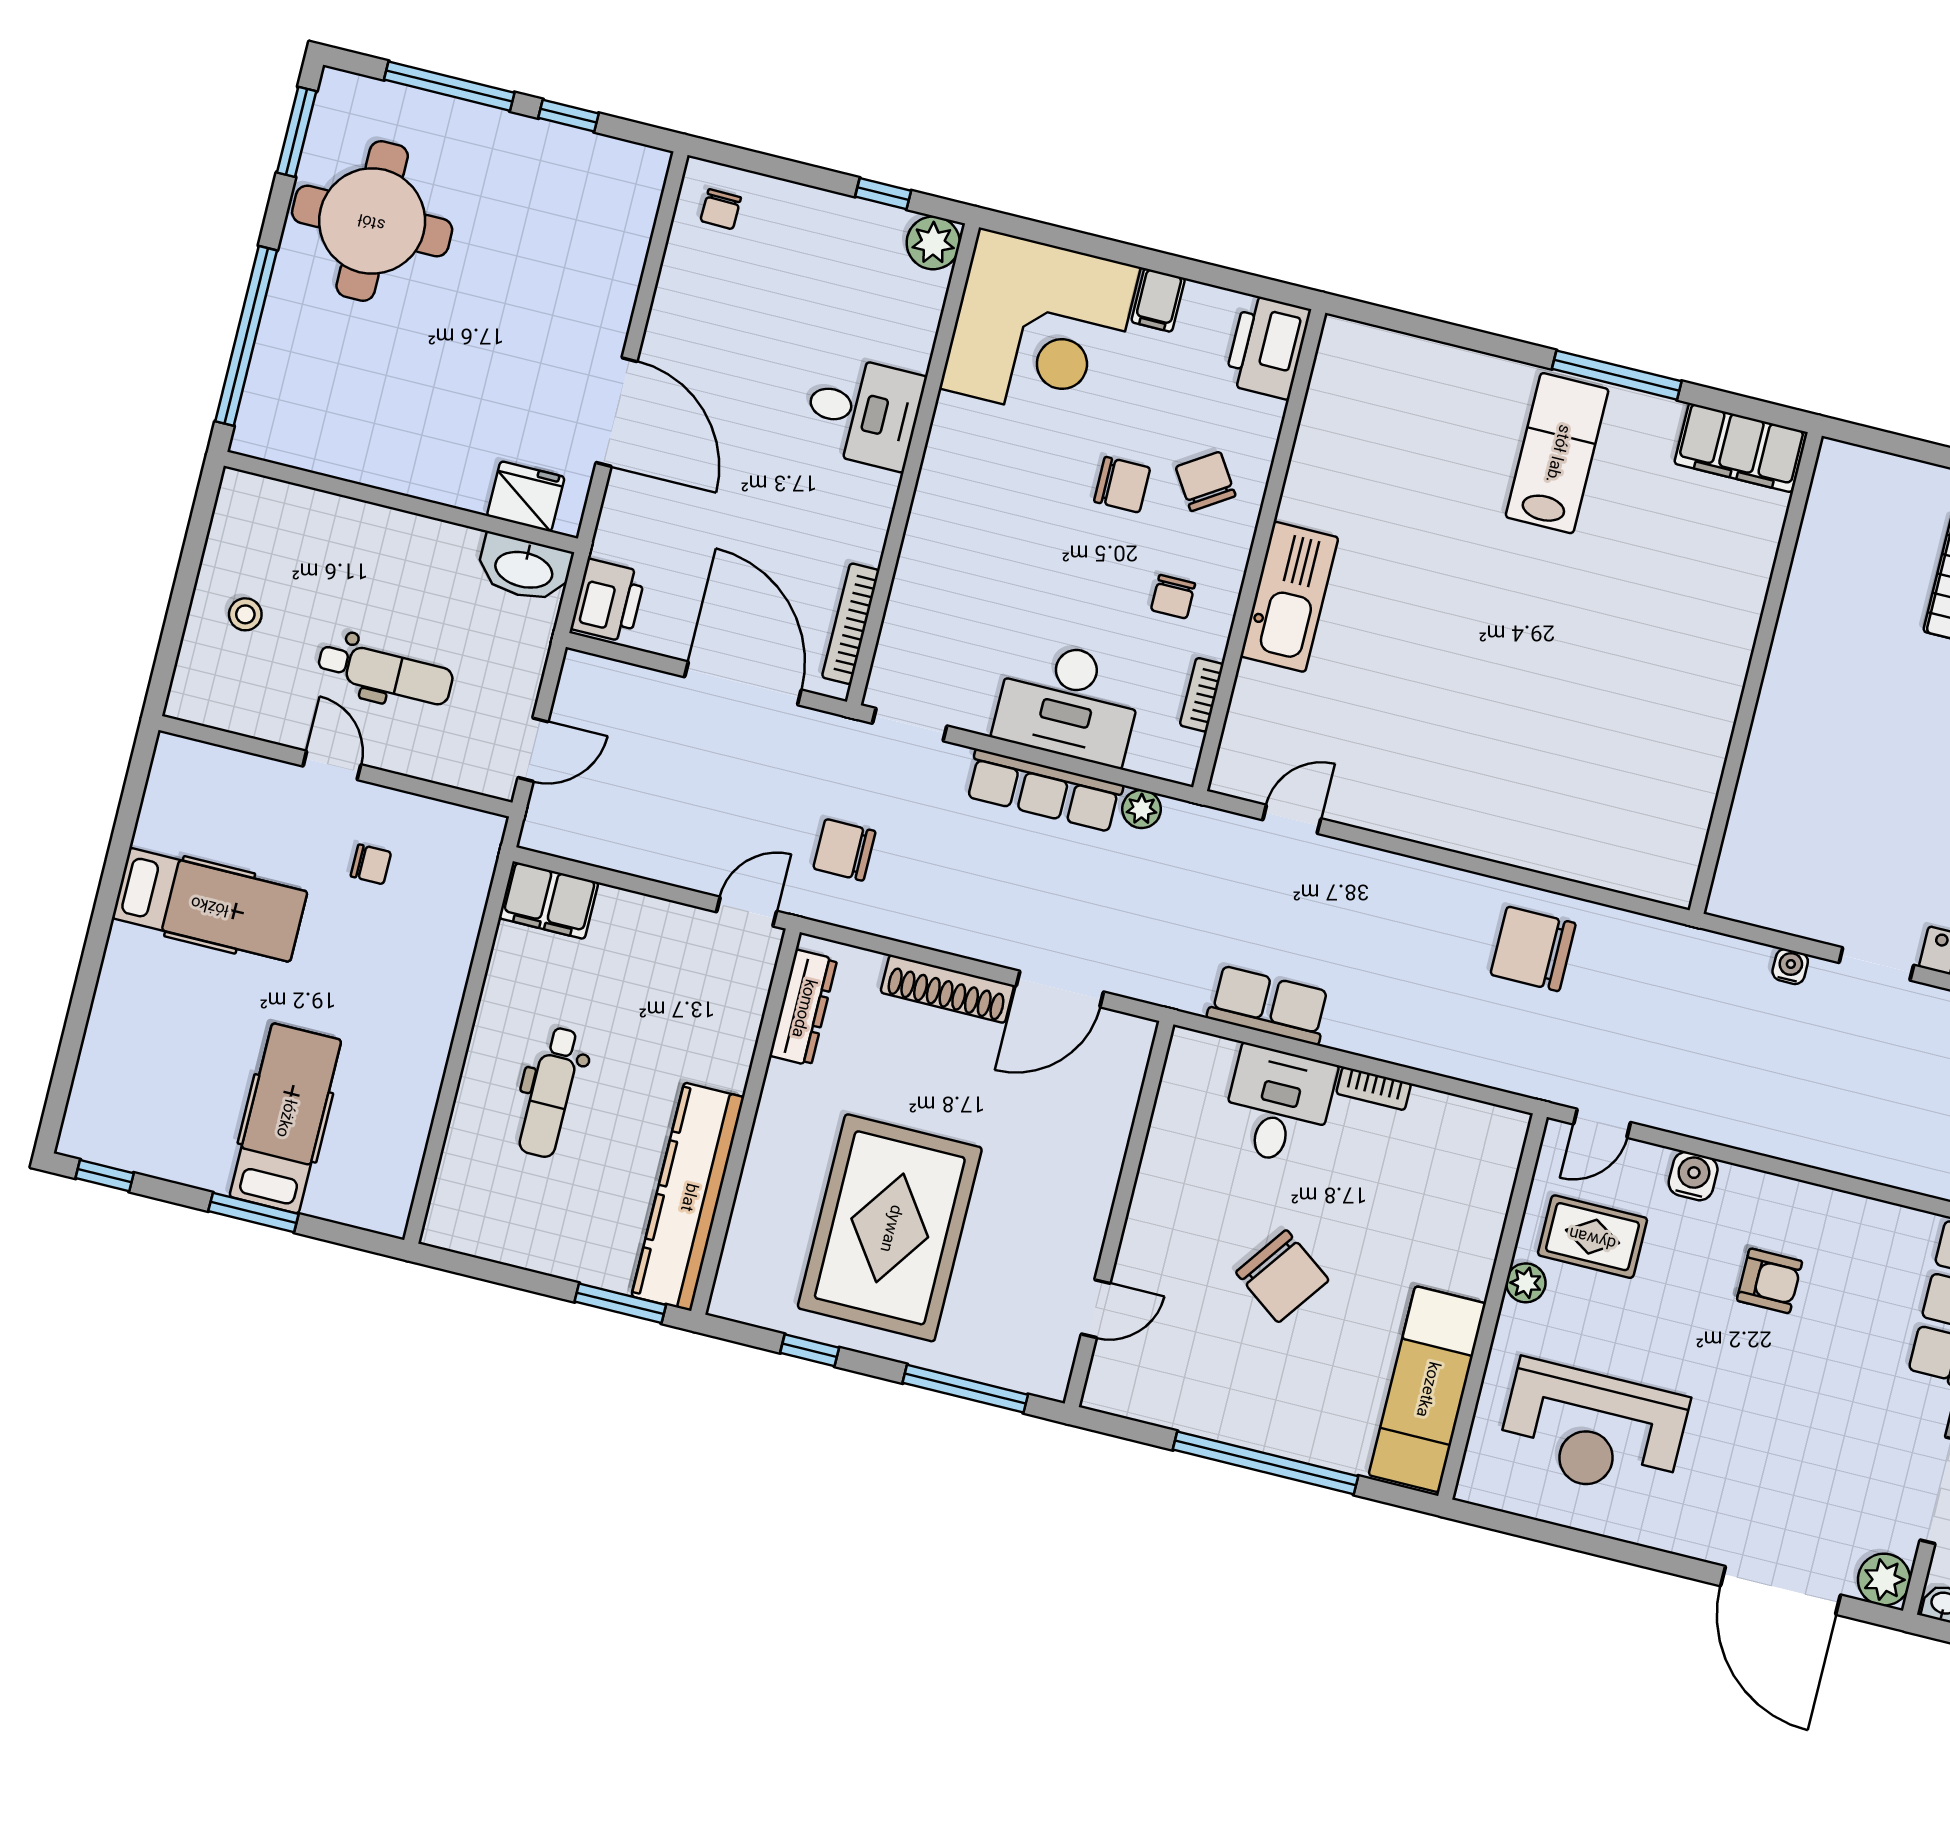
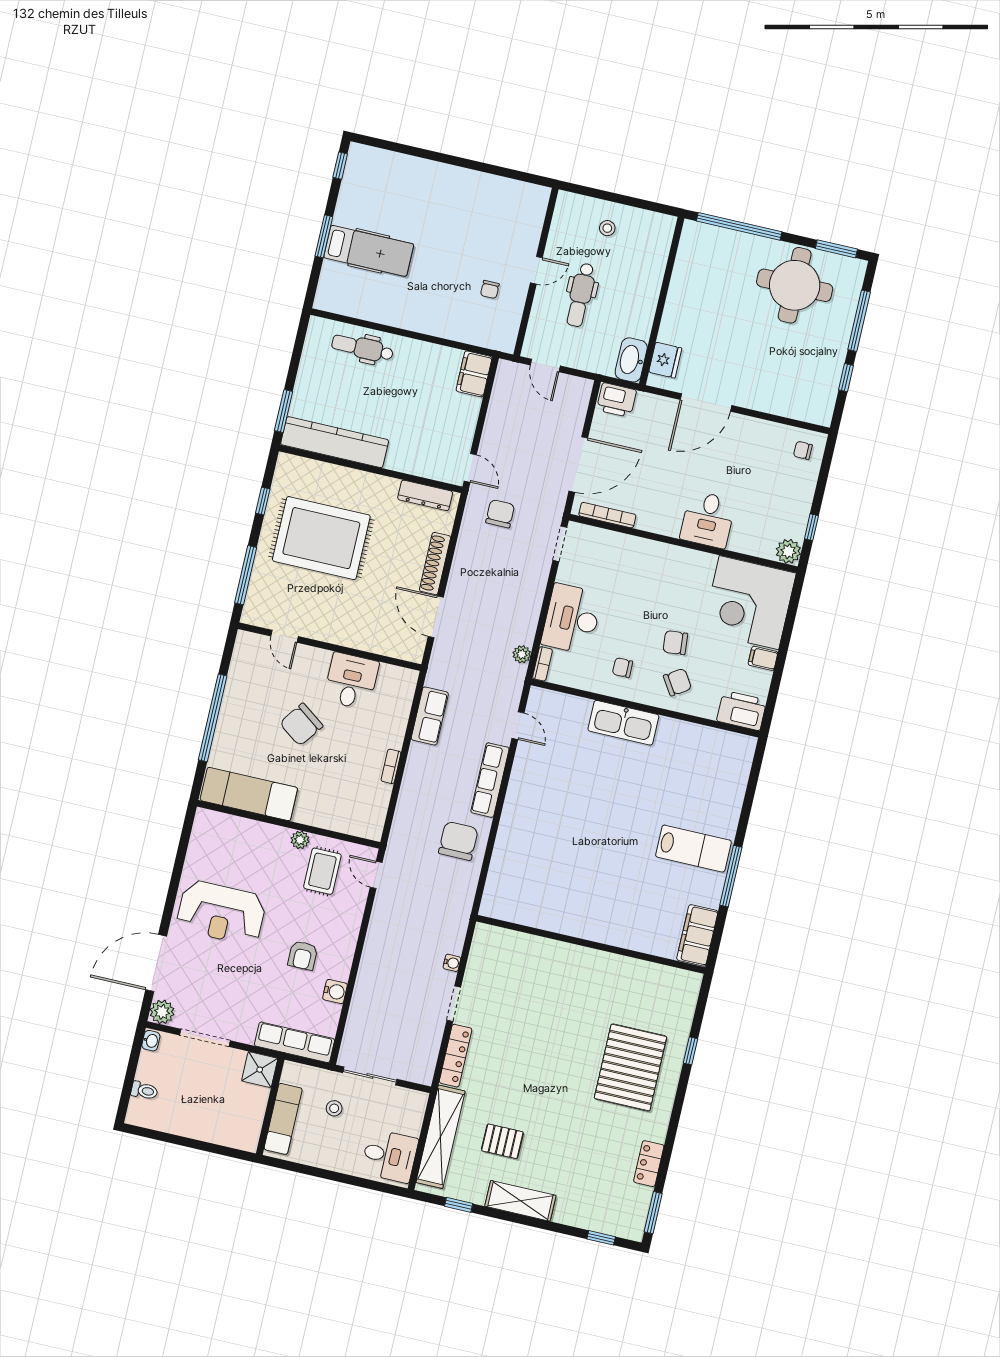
chair: (1122, 485) -> (675, 643), turned 85
bookcase: (1202, 695) -> (542, 664), moved, turned 90
row of seats: (1044, 791) -> (490, 780), moved
hospital bed: (210, 905) -> (469, 213), removed
dental chair: (550, 1092) -> (362, 348), moved
desk: (1278, 1105) -> (351, 681), moved, turned -90
water cooler: (1693, 1176) -> (335, 991), moved
reception desk: (1593, 1430) -> (221, 913), moved, turned -90

